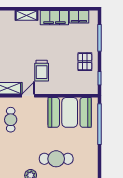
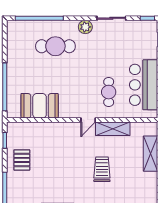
trolley: (42, 71) -> (102, 169), moved
booth: (70, 112) -> (40, 106), width x0.73, depth x0.70

